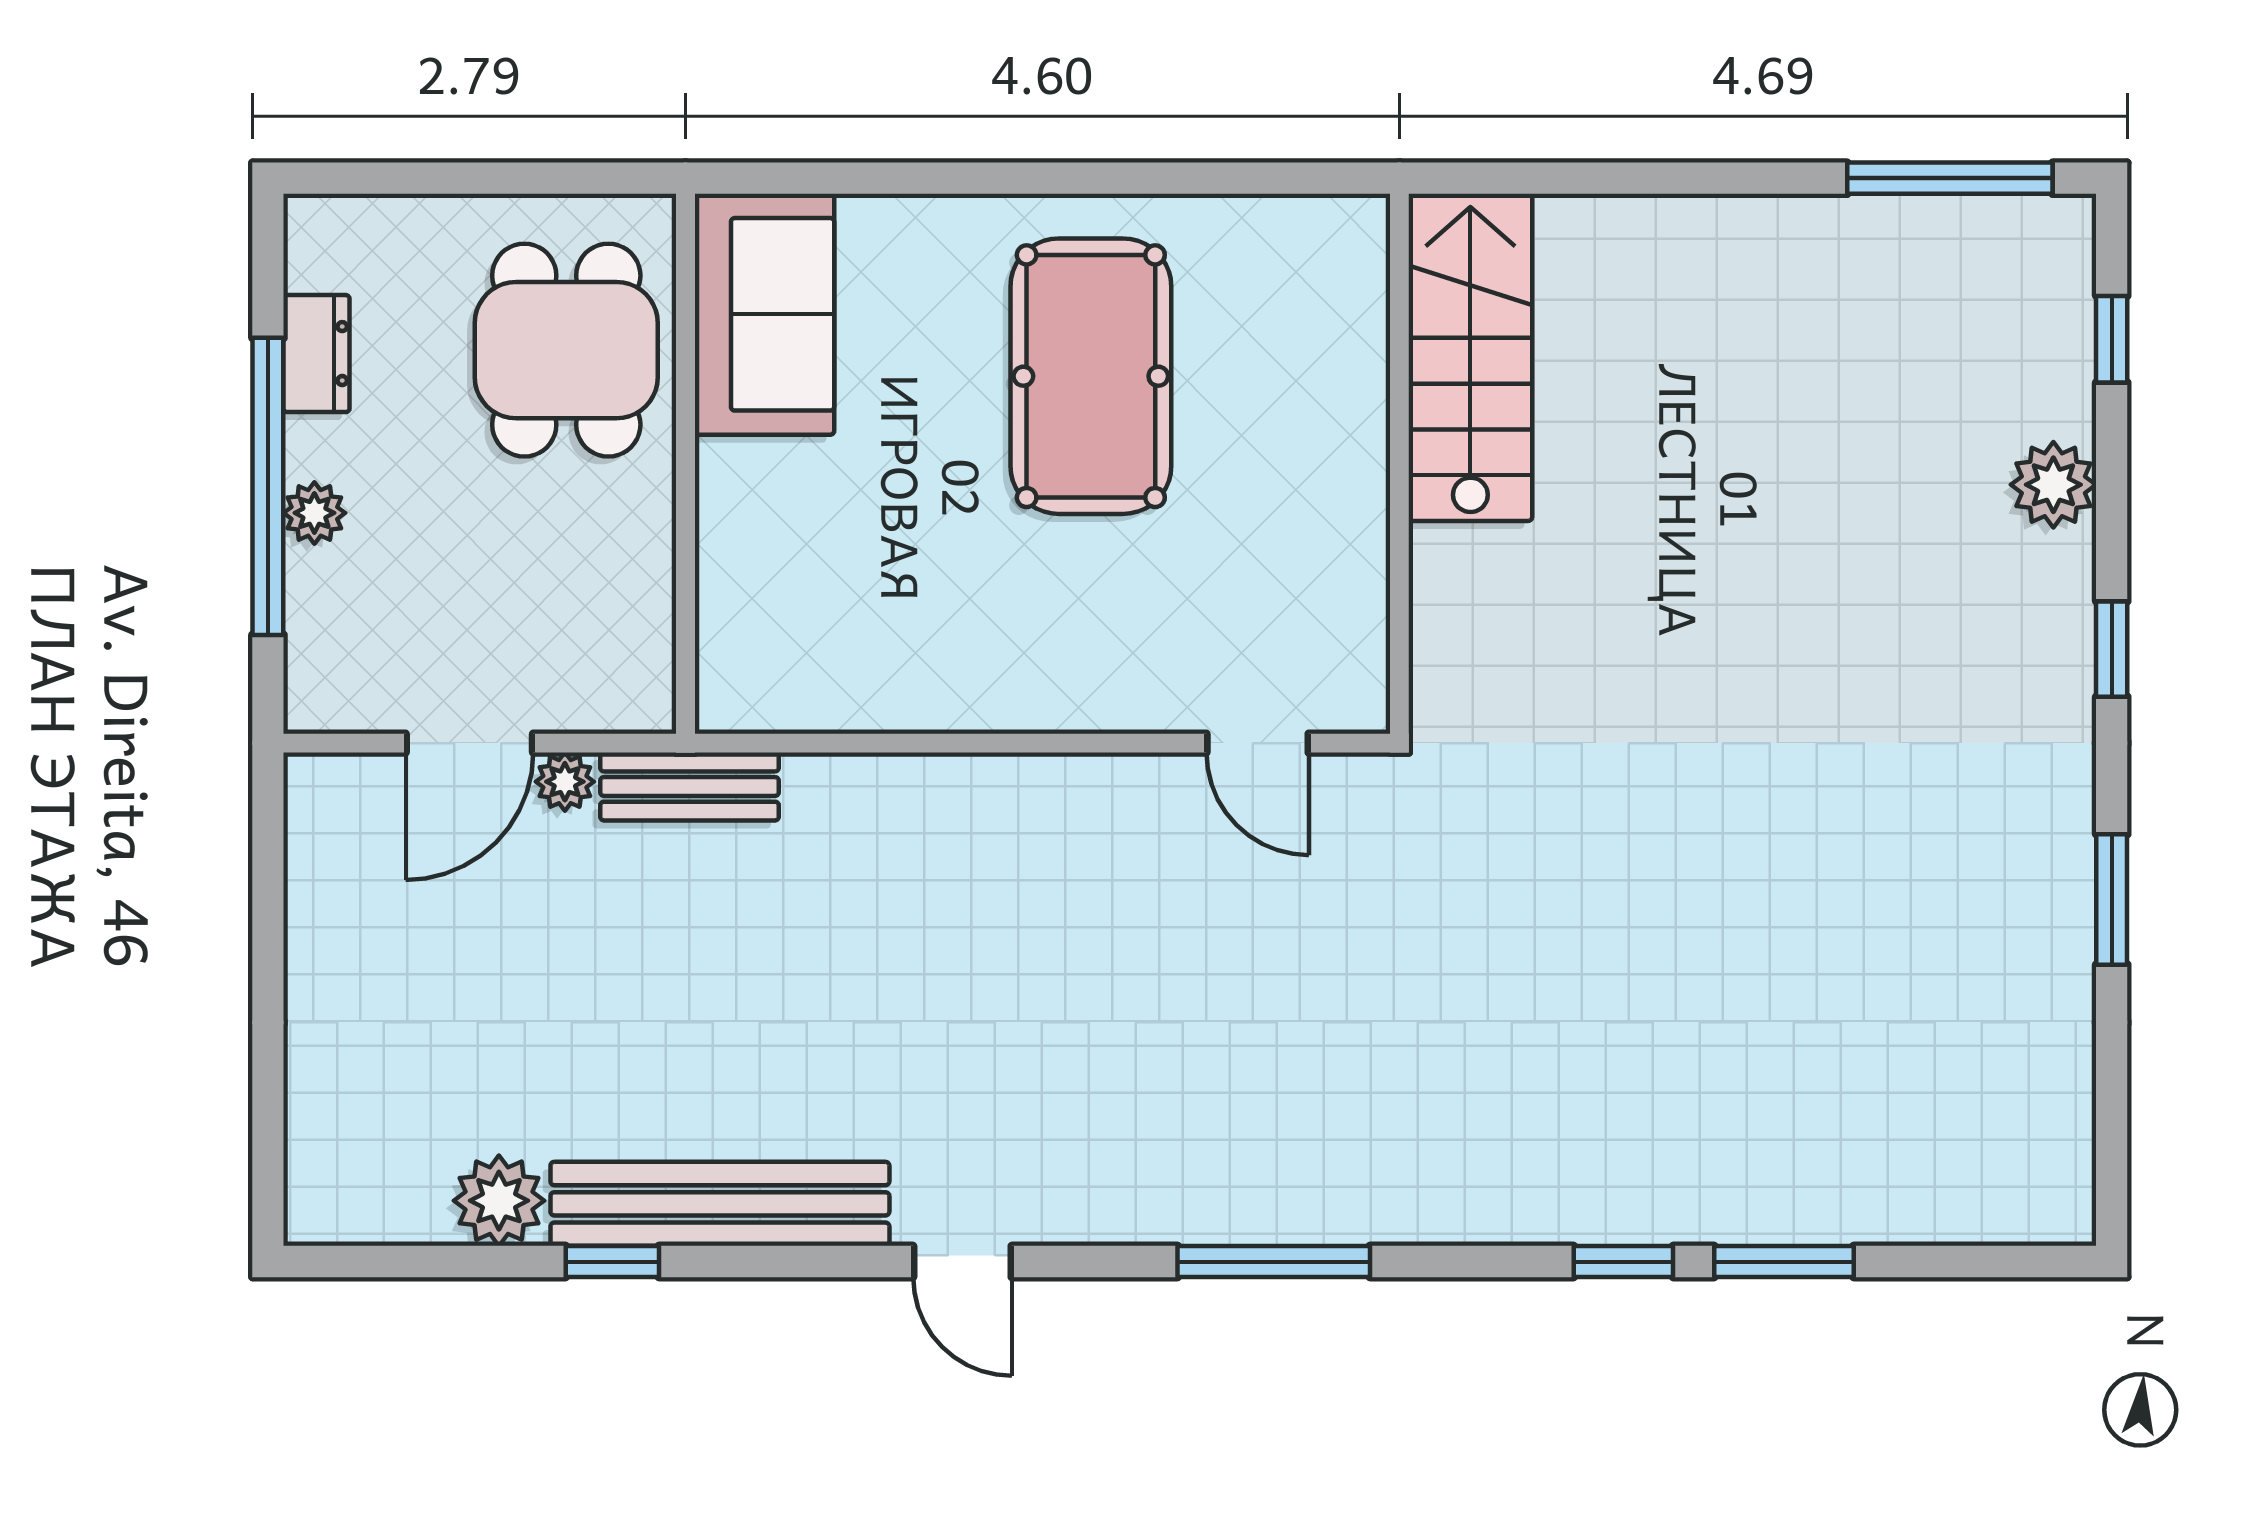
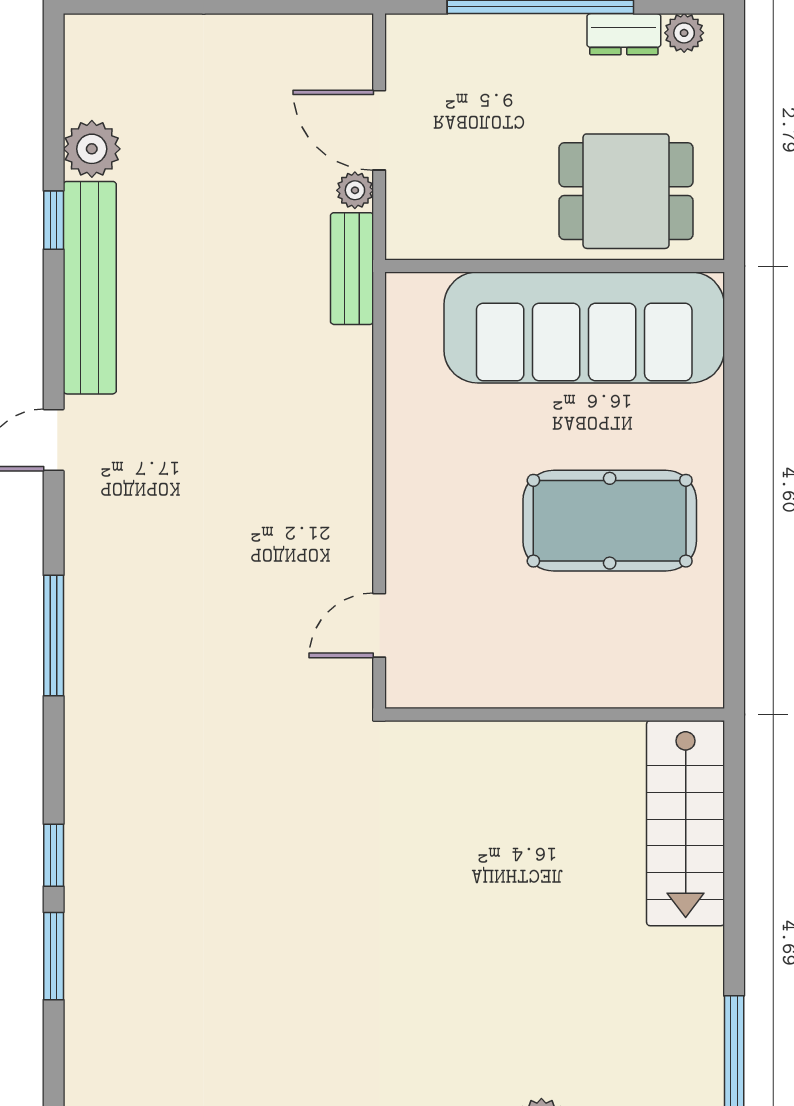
sofa: (764, 314) -> (584, 327), width x1.85, depth x1.27
stairs: (1470, 357) -> (686, 823), moved, turned 90
plant: (314, 513) -> (684, 33), moved

